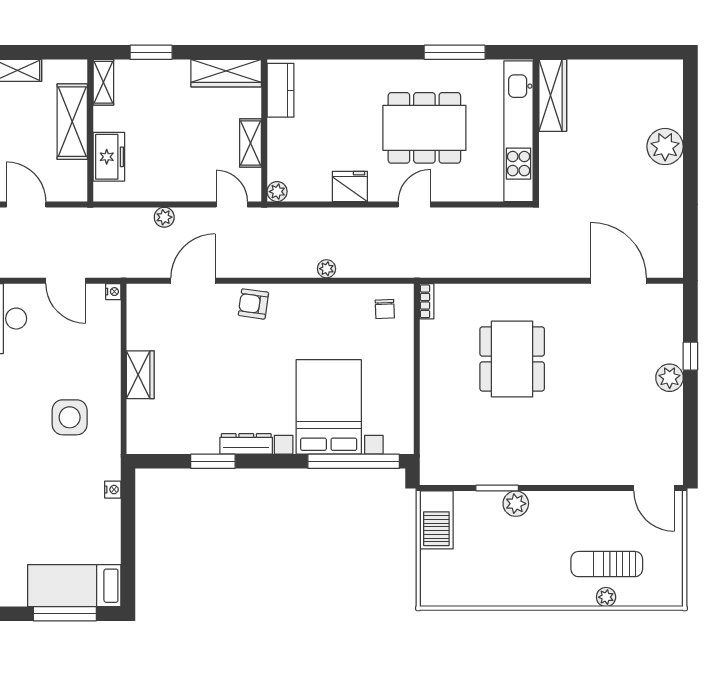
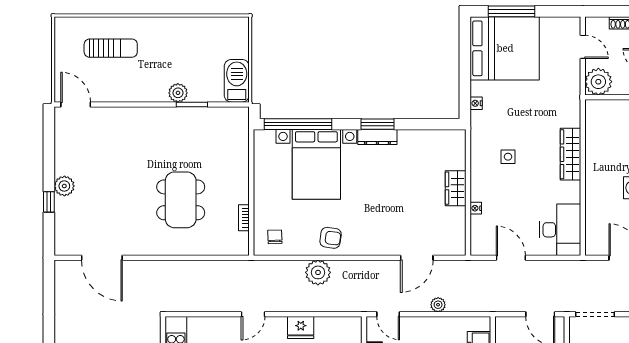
plant: (277, 192) -> (355, 324), removed
plant: (327, 269) -> (318, 272), width x1.88, depth x1.88
nightstand: (113, 292) -> (476, 208), moved
bookcase: (427, 301) -> (244, 218), moved
armchair: (253, 304) -> (331, 238), moved
side table: (70, 417) -> (508, 157), width x0.54, depth x0.54
window: (213, 461) -> (377, 124), moved
bed: (74, 586) -> (505, 48), width x2.04
plant: (606, 597) -> (111, 24), removed

